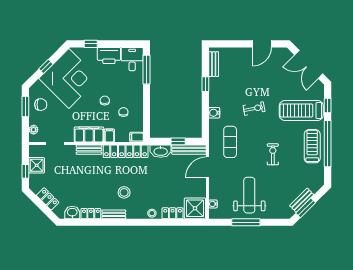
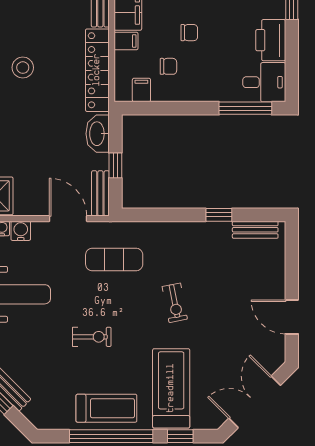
water cooler: (214, 113) -> (21, 231), moved
filing cabinet: (136, 137) -> (141, 90), moved
bench: (189, 150) -> (100, 193), width x0.73

